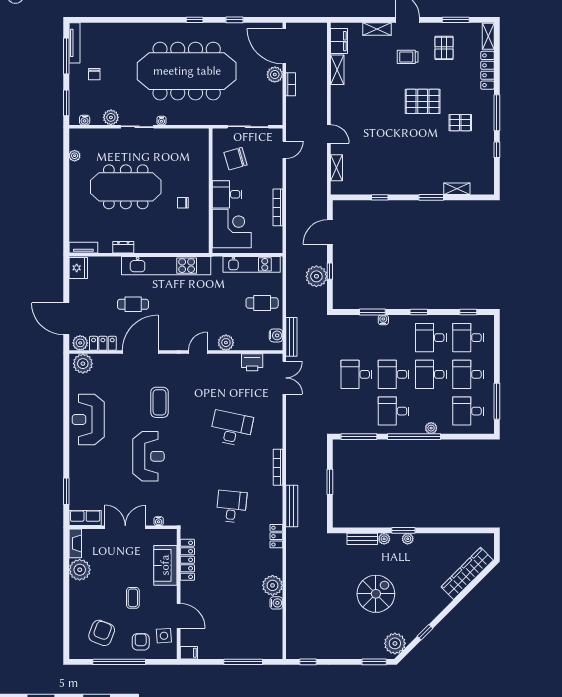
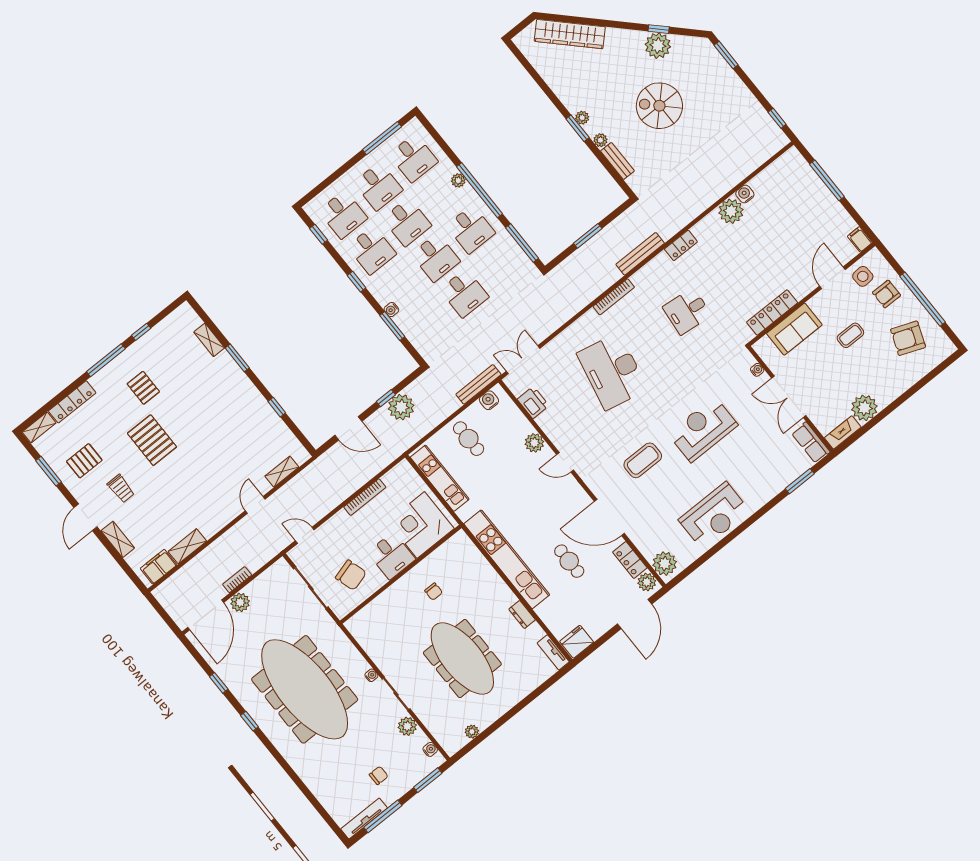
desk: (231, 428) -> (612, 371), width x1.36, depth x1.30
plant: (395, 643) -> (658, 46), moved

